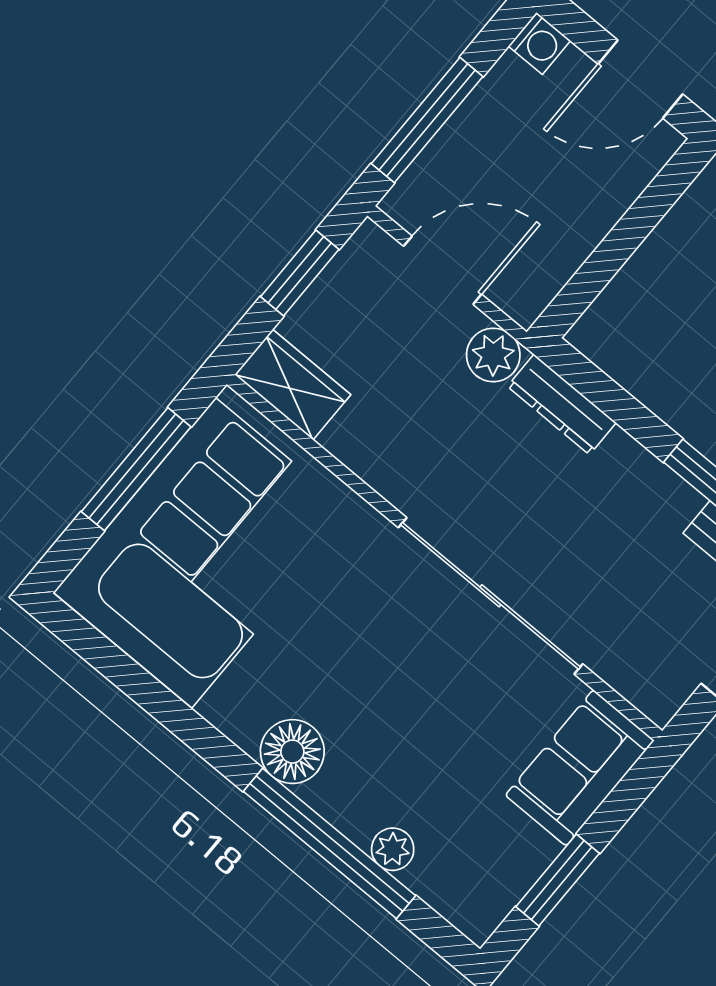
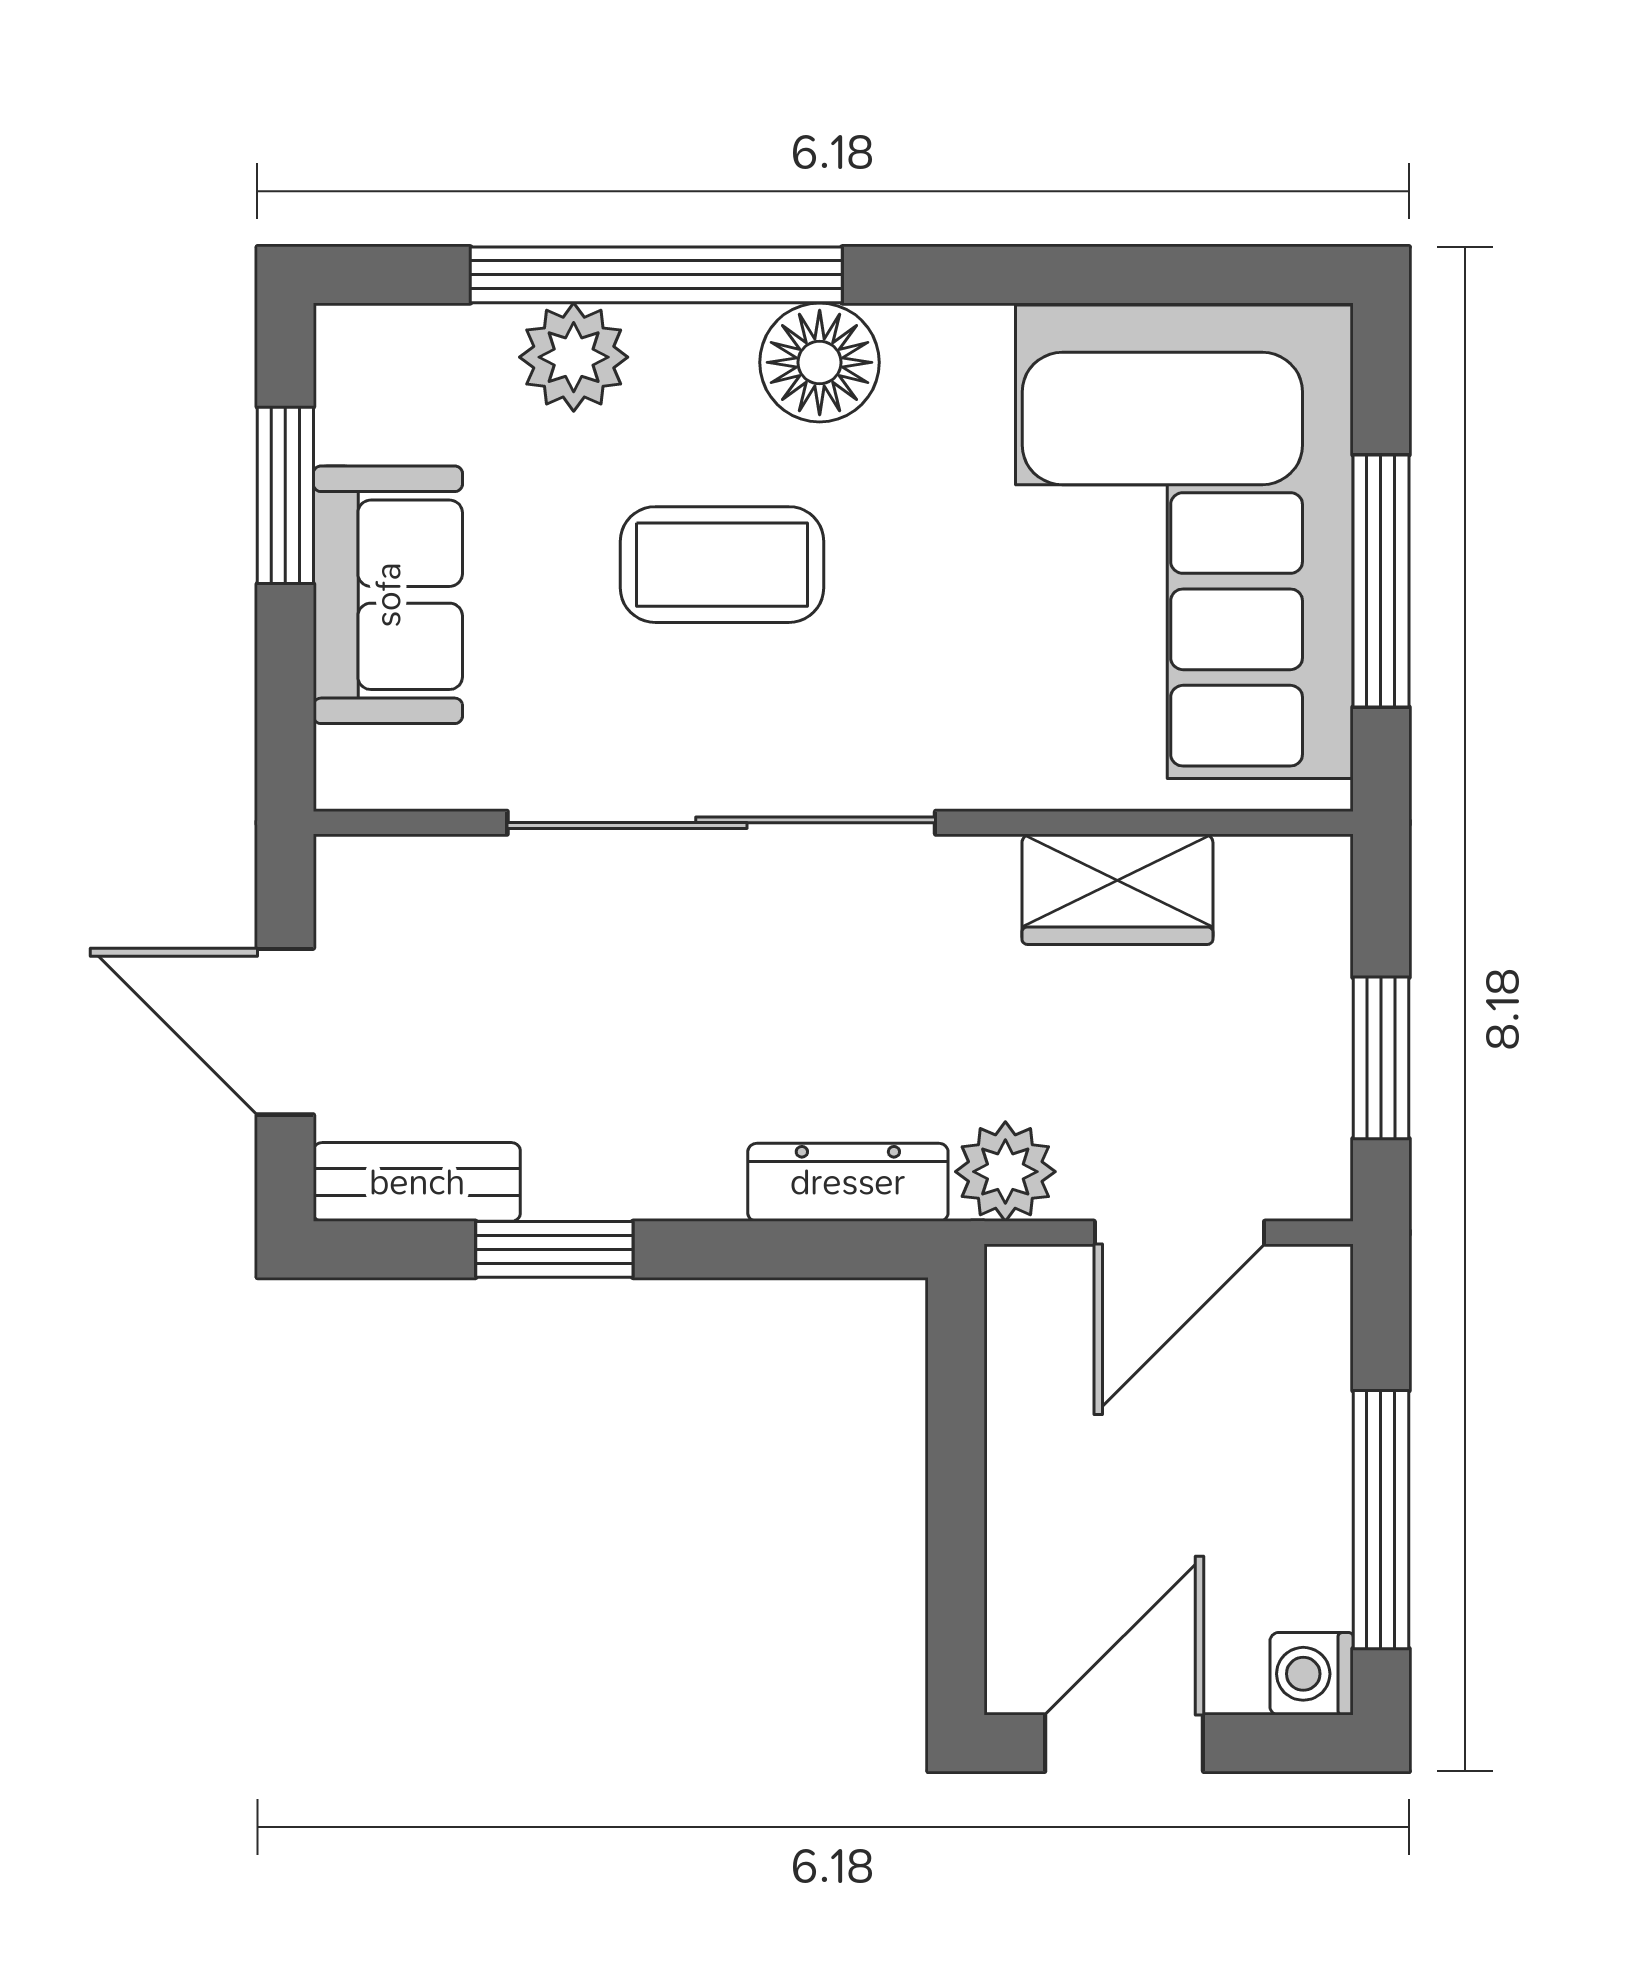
window: (427, 120) -> (1381, 1520), moved
wardrobe: (293, 385) -> (1117, 889), moved
coffee table: (402, 702) -> (722, 565), added
sofa: (580, 768) -> (388, 595), moved
plant: (393, 849) -> (574, 357), width x1.38, depth x1.38

